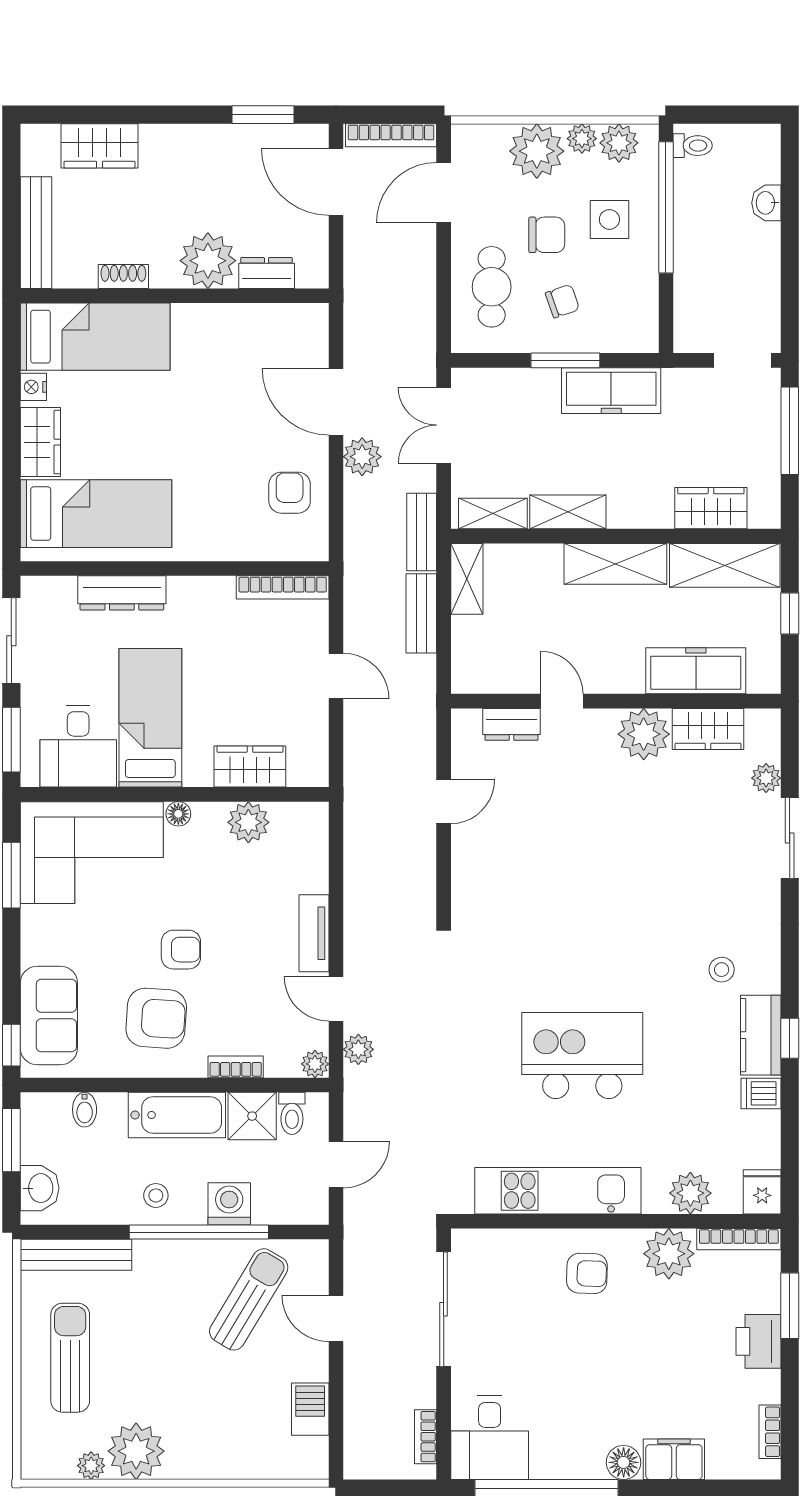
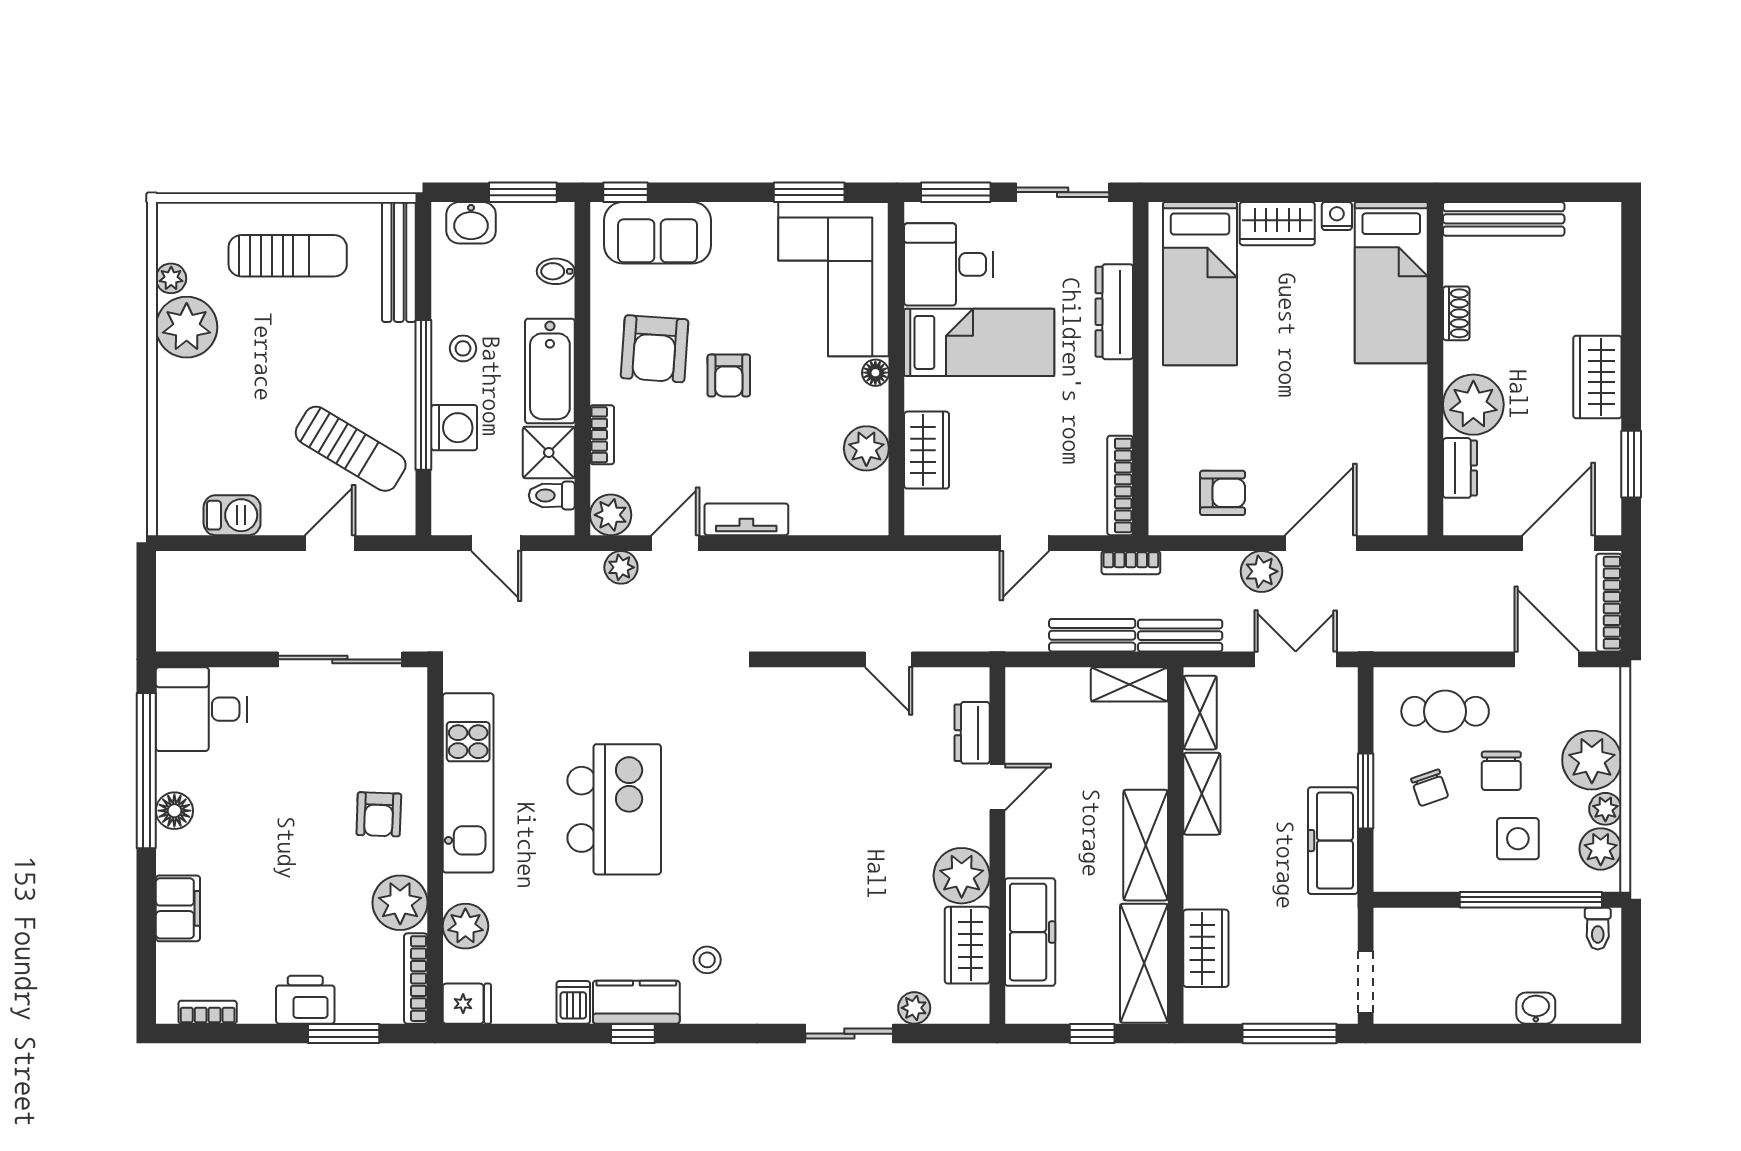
wardrobe: (100, 146) -> (1597, 377), moved
plant: (315, 1064) -> (611, 515), width x1.38, depth x1.38
bookcase: (426, 1437) -> (1131, 563), moved, turned 180
floor lamp: (624, 1462) -> (174, 811), moved

